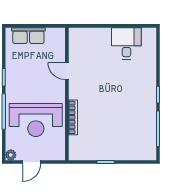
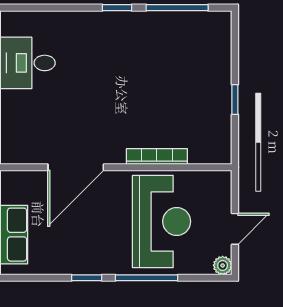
door: (67, 71) -> (76, 167), width x1.87
door: (32, 162) -> (235, 229), hinge flipped

